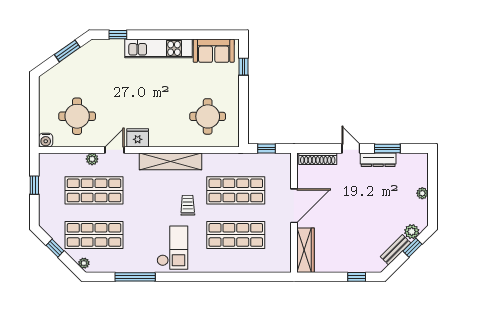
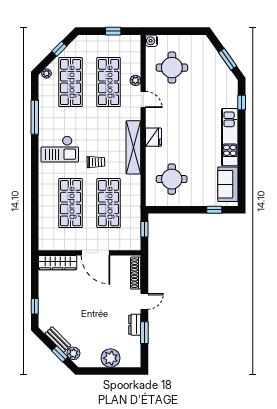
fridge: (138, 138) -> (153, 137), moved
dresser: (378, 160) -> (135, 325), width x0.70
plant: (422, 193) -> (110, 358), width x1.88, depth x1.88

